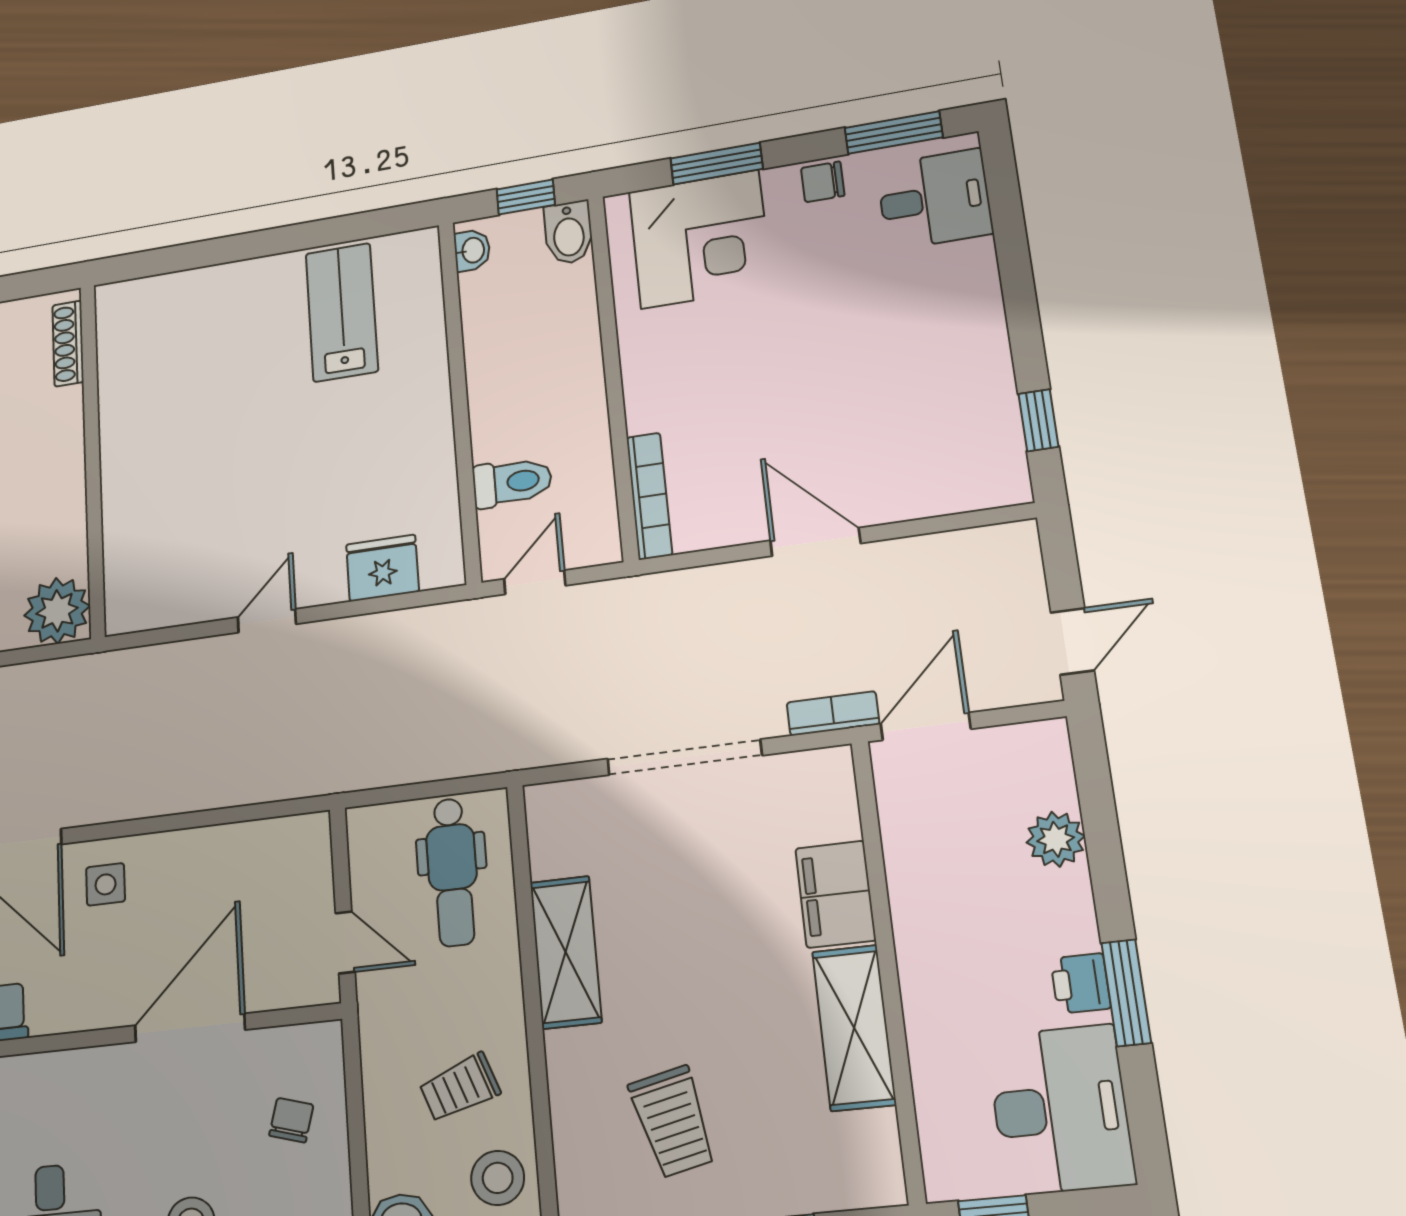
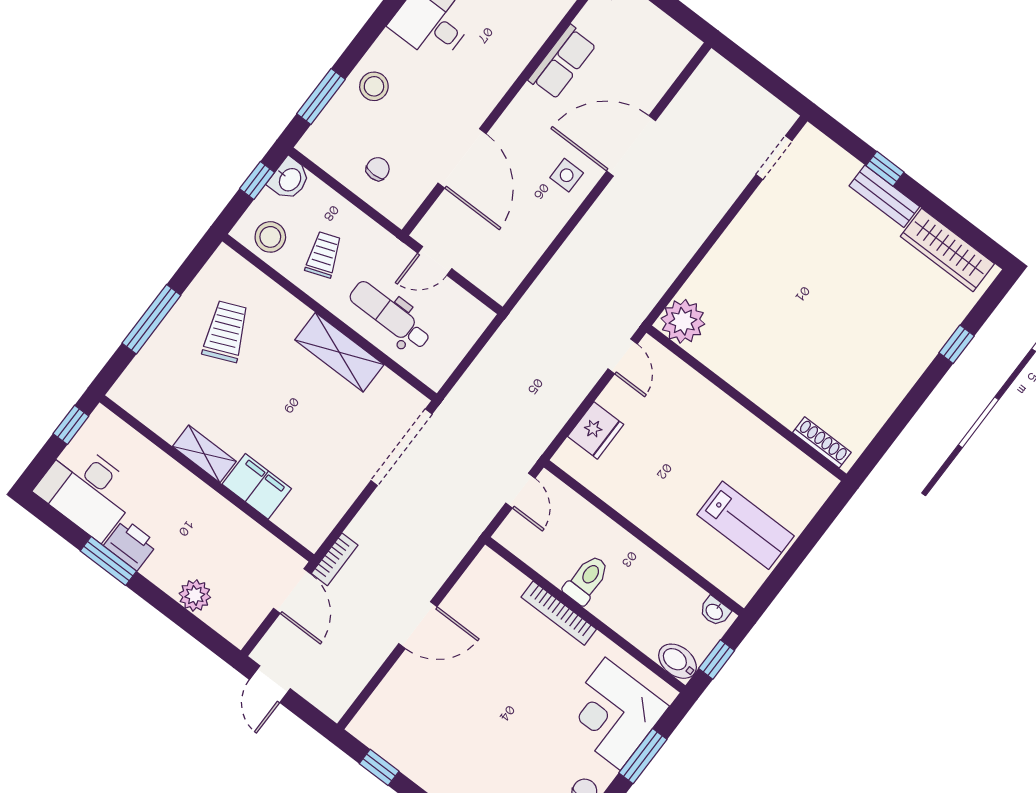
shoe rack: (68, 344) -> (822, 442), moved
wall: (93, 458) -> (746, 403), moved
toilet: (512, 482) -> (587, 580), moved, turned 180
bookcase: (649, 496) -> (559, 613), moved
plant: (57, 611) -> (683, 321), moved
doorway: (684, 757) -> (401, 447), moved
dental chair: (452, 872) -> (390, 315), moved
printer: (1080, 983) -> (131, 545), width x1.36, depth x1.24
shelving: (854, 1028) -> (204, 454), width x0.67, depth x0.75
chair: (291, 1120) -> (378, 169), turned -106
trolley: (673, 1122) -> (226, 331), turned 80

